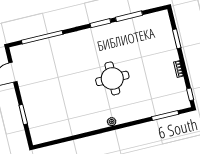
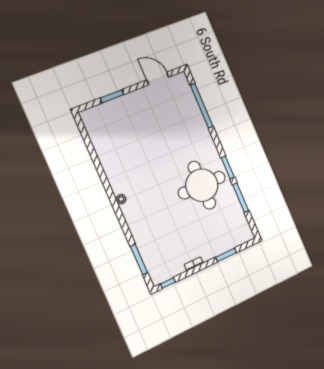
round table: (112, 78) -> (202, 185), moved, width x1.36, depth x1.36

